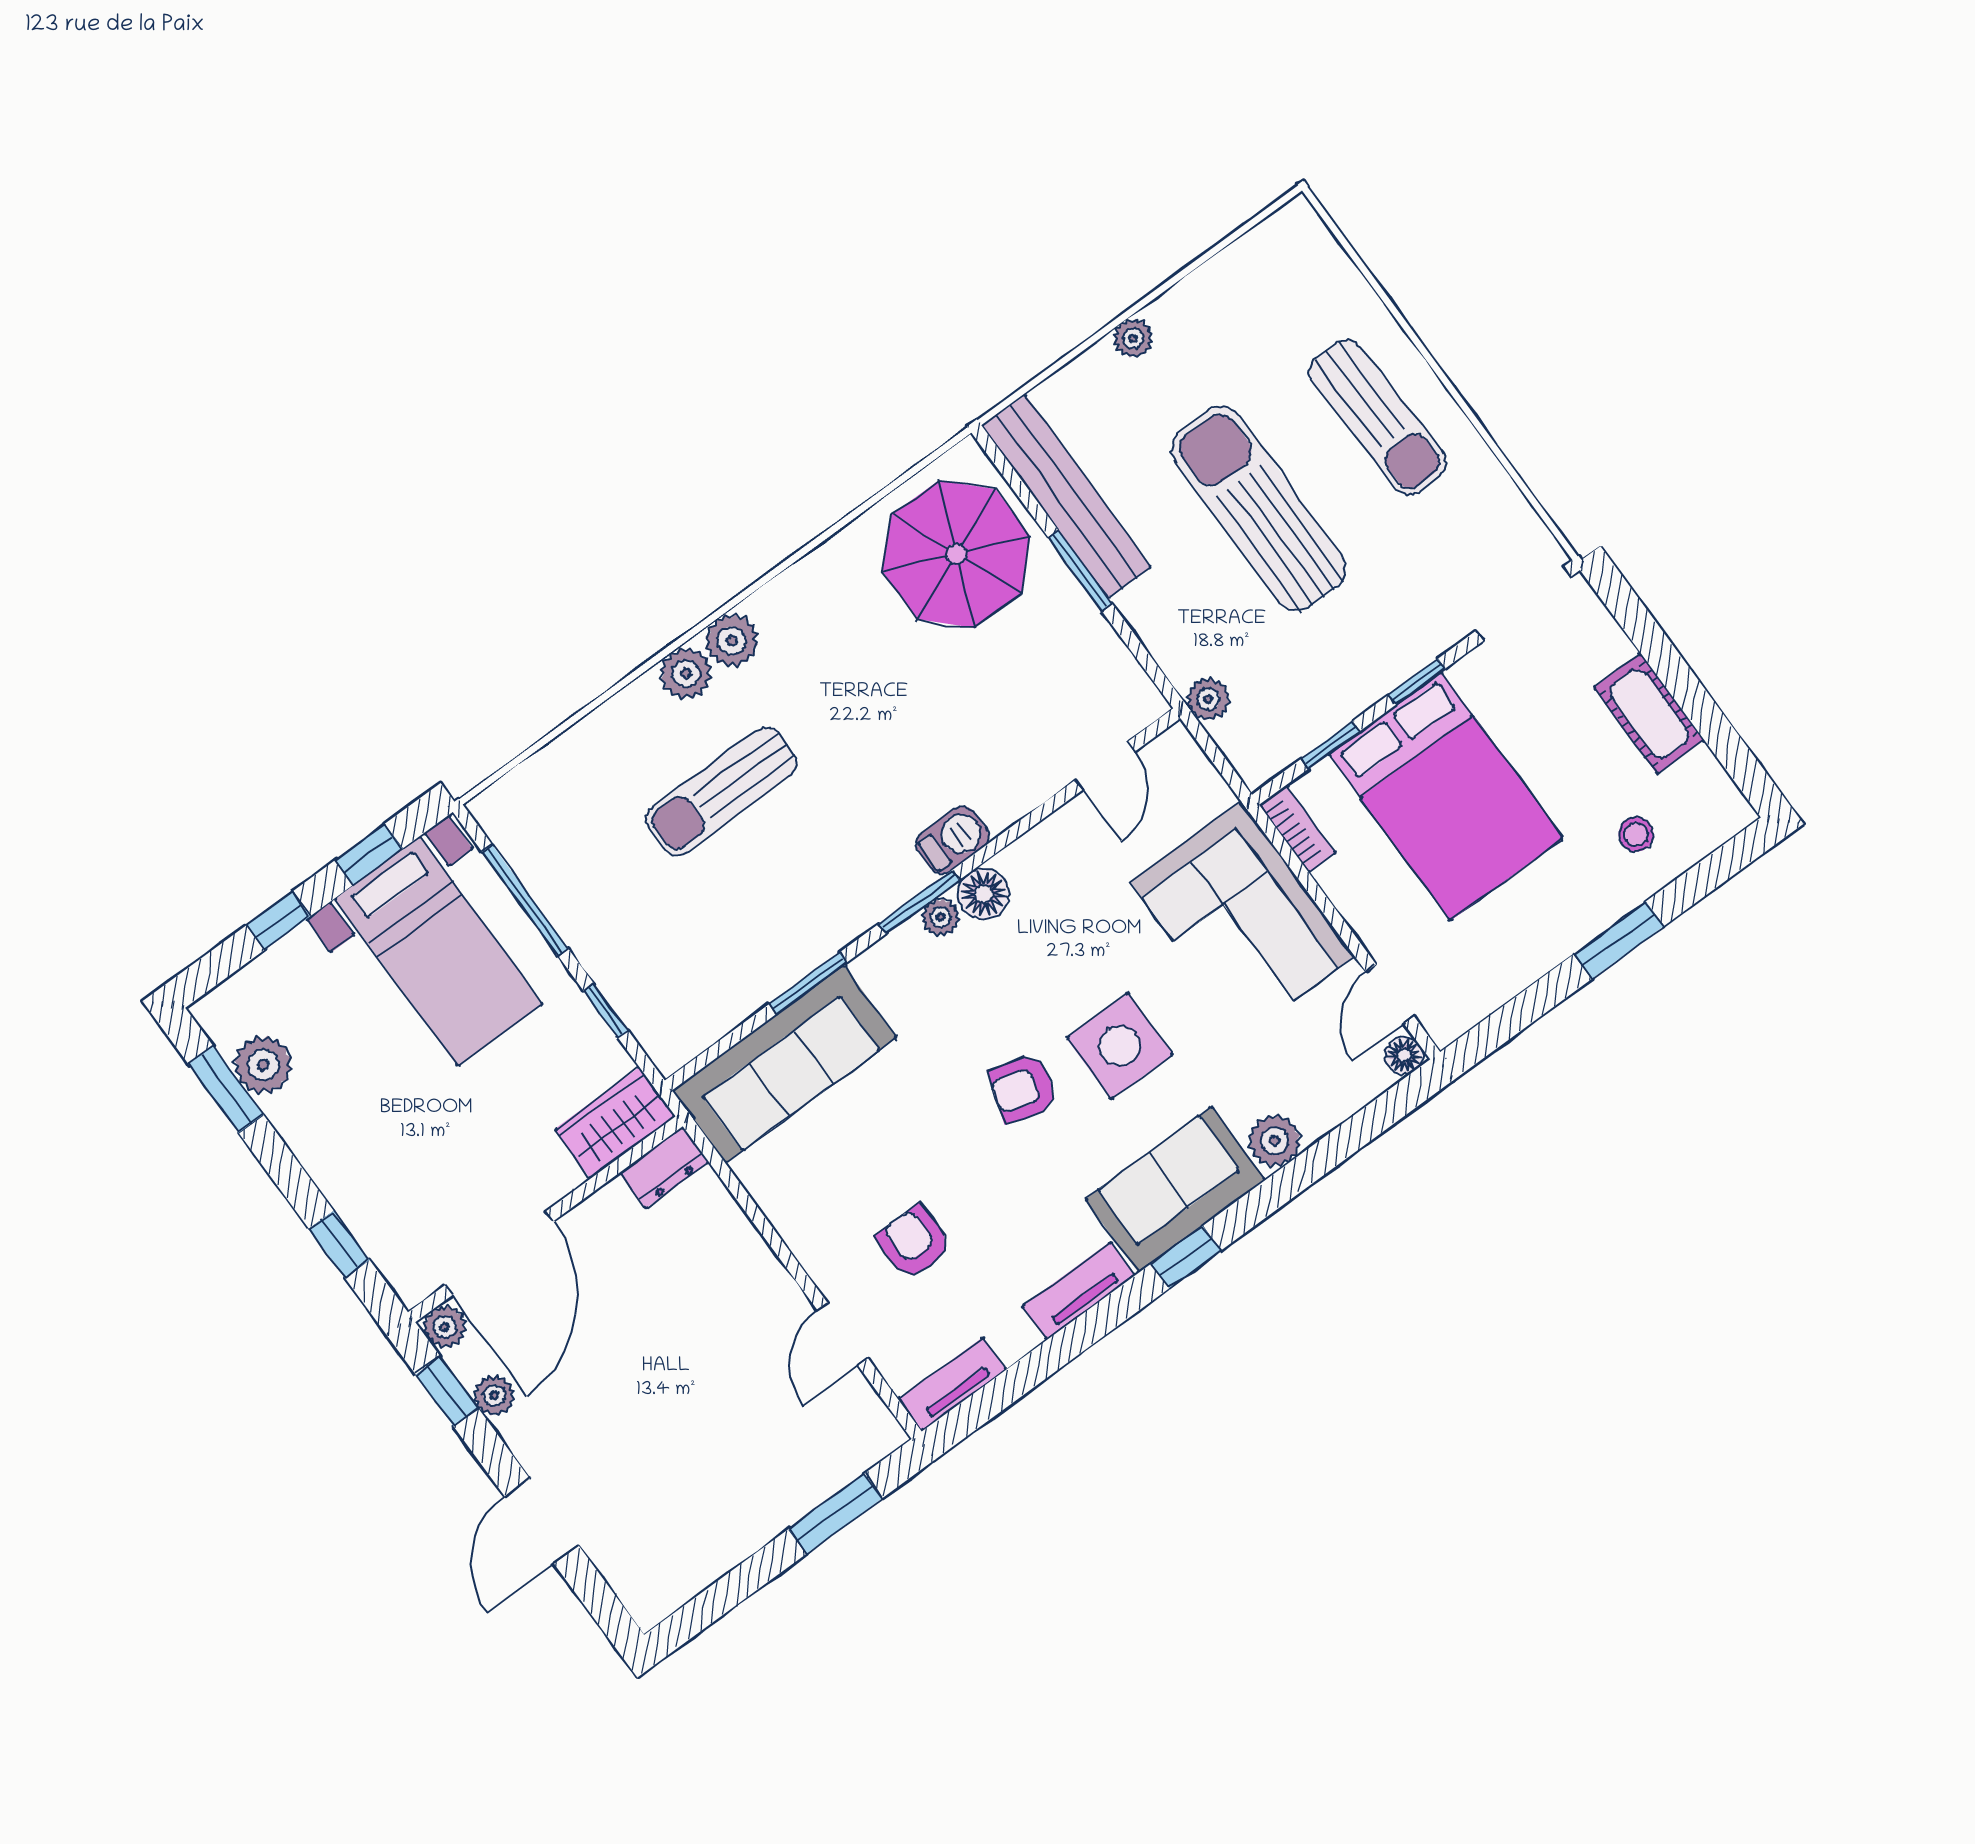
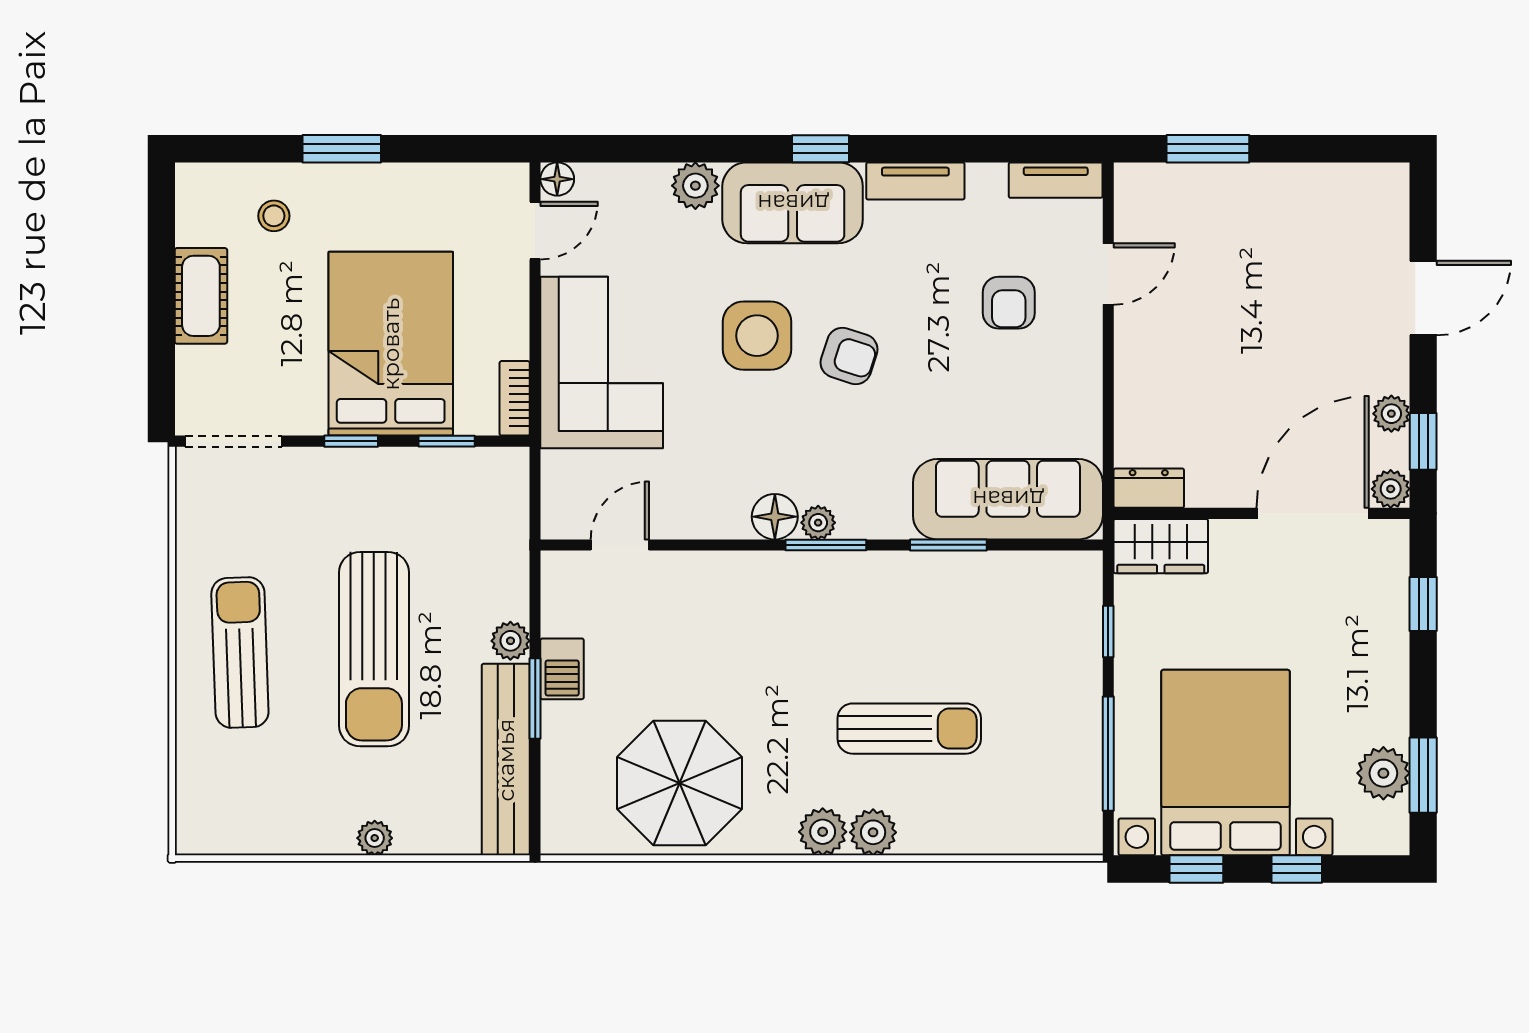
parasol: (956, 554) -> (680, 783), moved
plant: (1208, 699) -> (510, 641), moved
barbecue: (952, 840) -> (562, 669), moved, turned -90
bed with nightstands: (439, 951) -> (1225, 763), width x1.36

